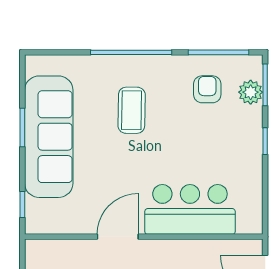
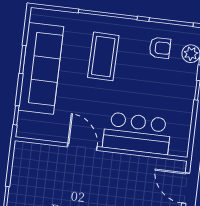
armchair: (207, 89) -> (160, 48), turned 90
coffee table: (132, 110) -> (103, 56), width x1.36, depth x1.32
door: (118, 237) -> (82, 147), hinge flipped

